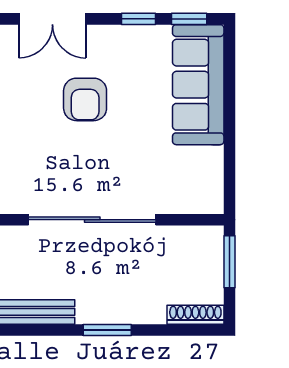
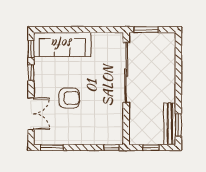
sliding door: (92, 220) -> (126, 72), moved
shoe rack: (195, 315) -> (171, 46), removed
window: (107, 330) -> (178, 125), moved

